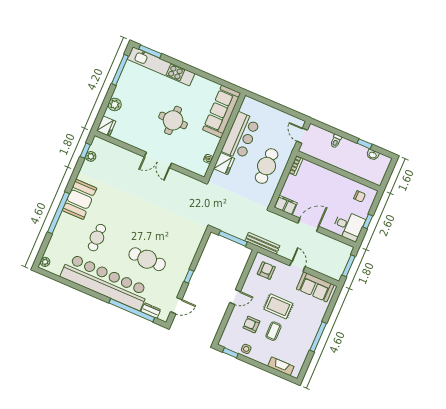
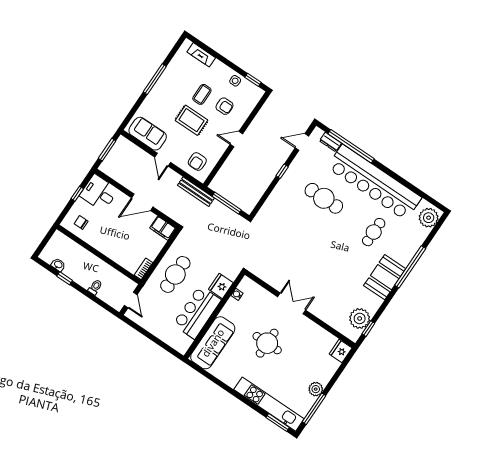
plant: (115, 104) -> (316, 389), moved
plant: (91, 156) -> (360, 318), width x1.88, depth x1.88
plant: (45, 262) -> (429, 218), width x1.88, depth x1.88

